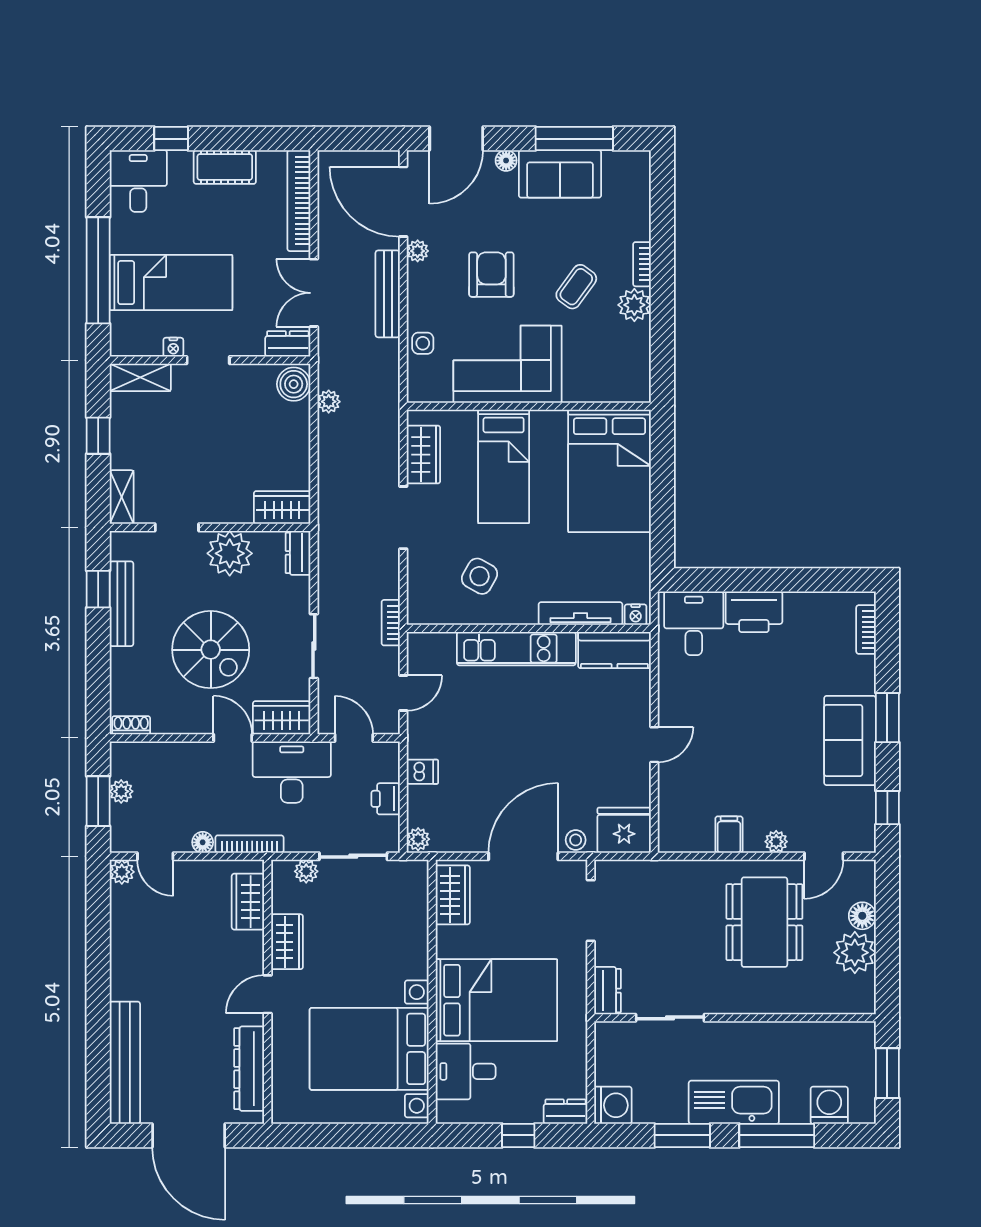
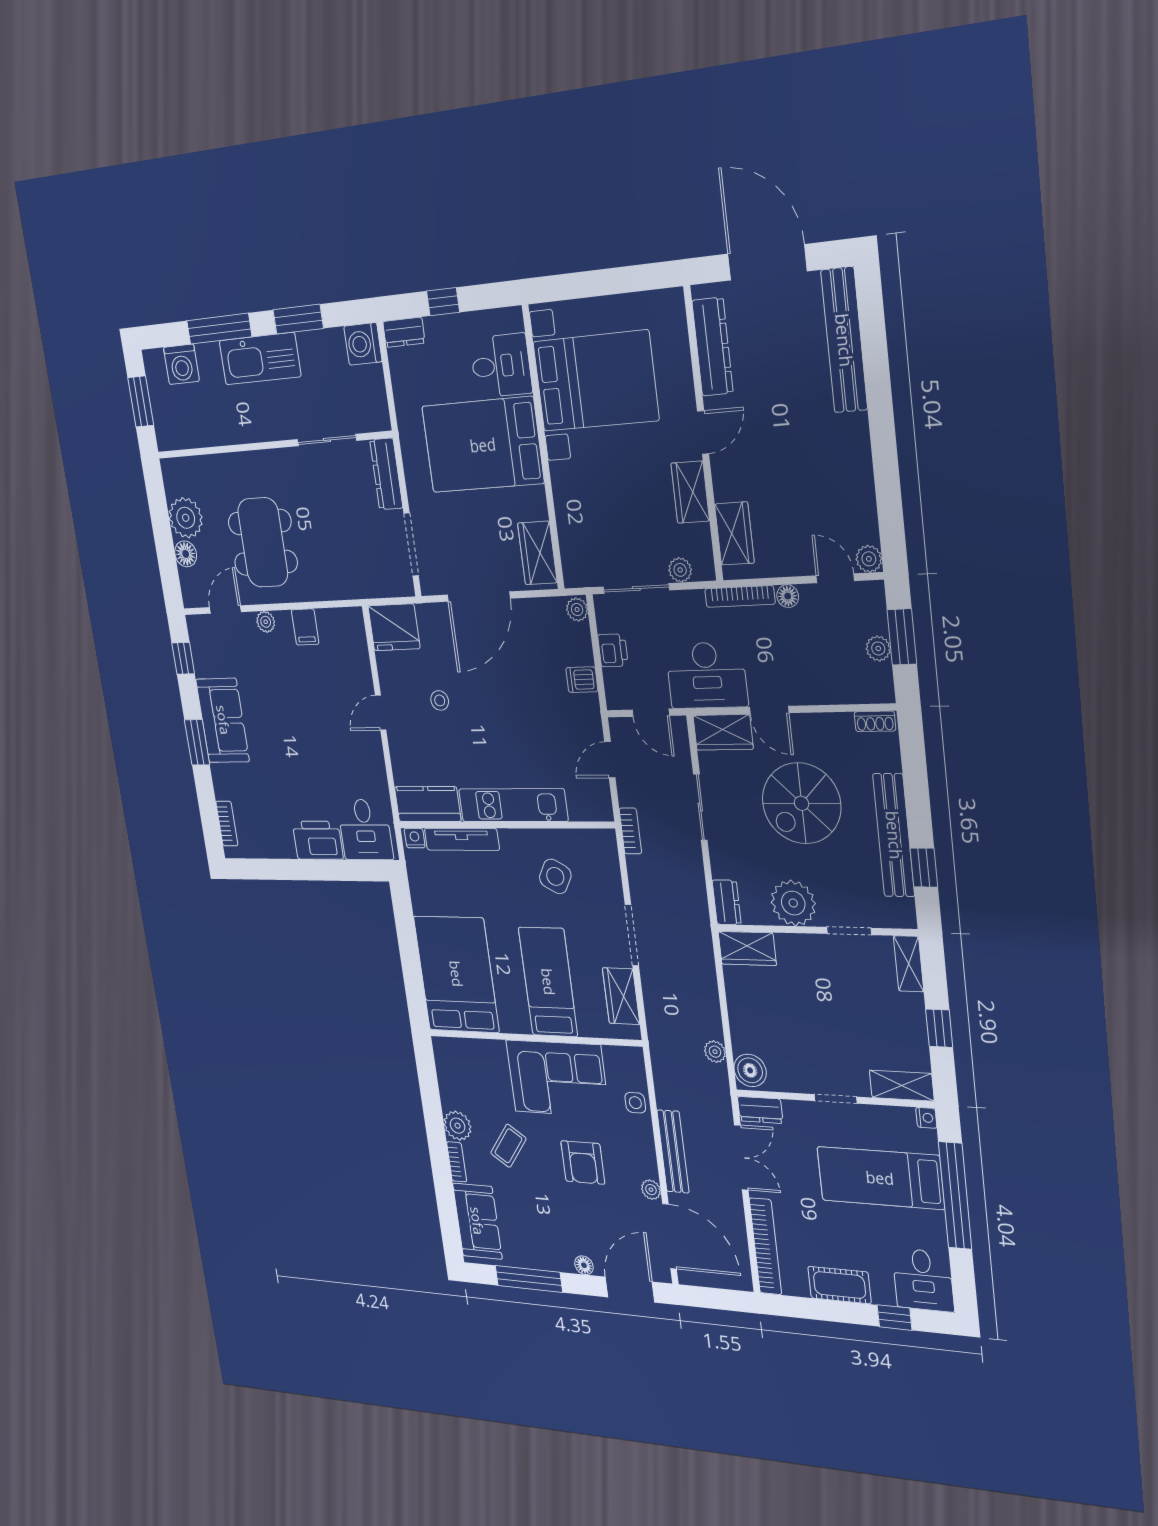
sofa: (560, 174) -> (477, 1221), moved, turned 90
nightstand: (173, 347) -> (926, 1118), moved, turned 90
bench: (121, 604) -> (894, 835), width x1.37, depth x1.21
spiral stairs: (211, 650) -> (802, 803), turned -90
stool: (576, 840) -> (440, 700), moved
dresser: (608, 991) -> (386, 474), width x1.44

